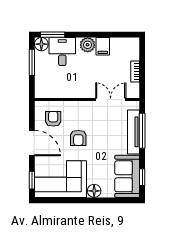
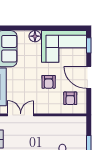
double door: (111, 100) -> (21, 115), swing flipped
armchair: (78, 138) -> (49, 82), turned 180

